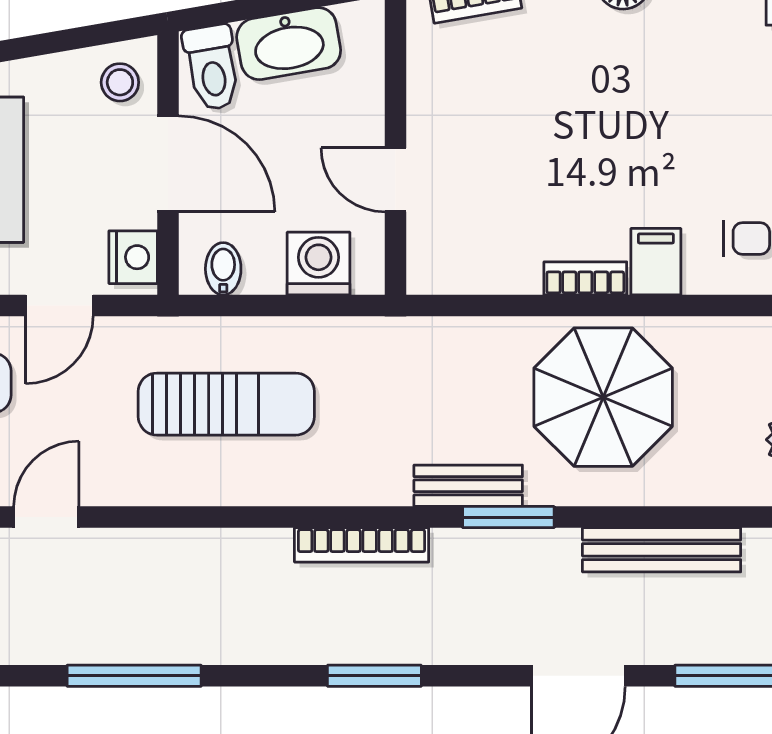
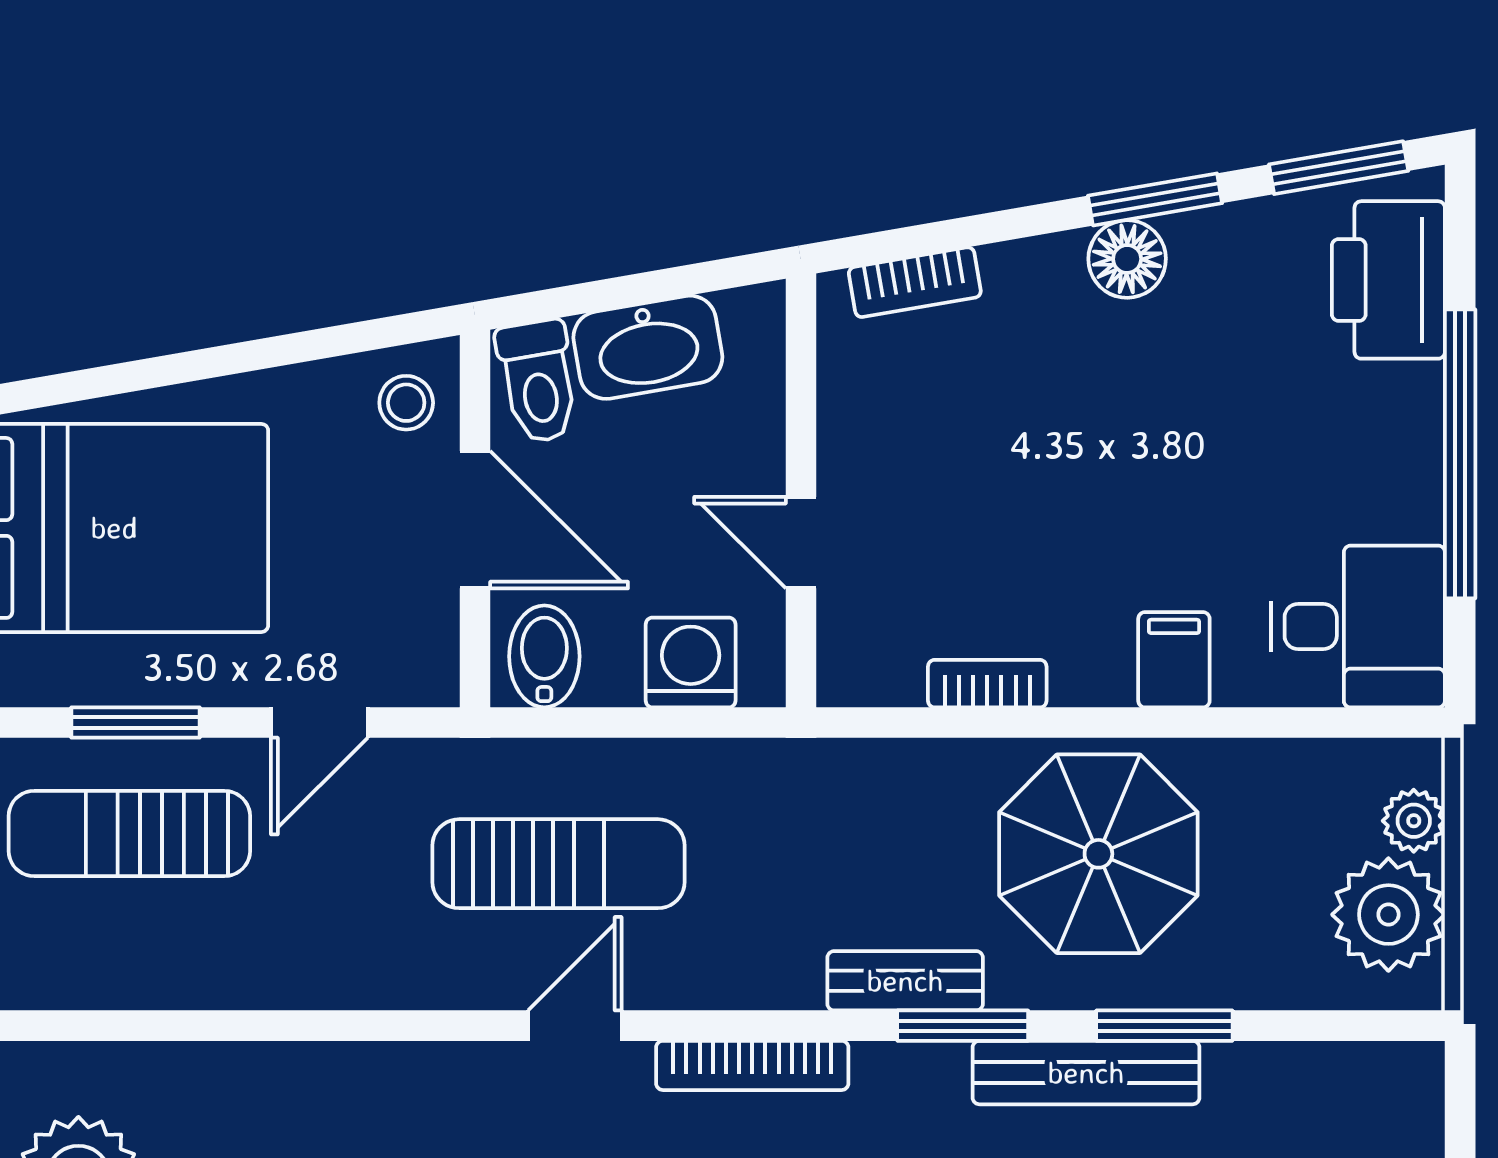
nightstand: (133, 257) -> (425, 653), removed
bidet: (223, 269) -> (544, 656), width x1.38, depth x1.36
bookcase: (585, 278) -> (987, 684), moved
door: (46, 517) -> (575, 1026), moved
window: (649, 517) -> (1164, 1026), added
bench: (662, 550) -> (1086, 1073), moved

